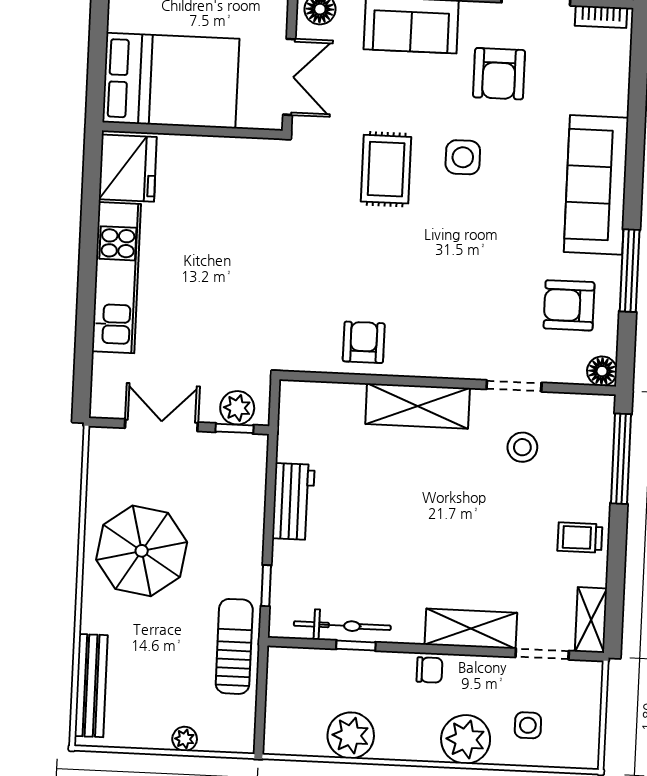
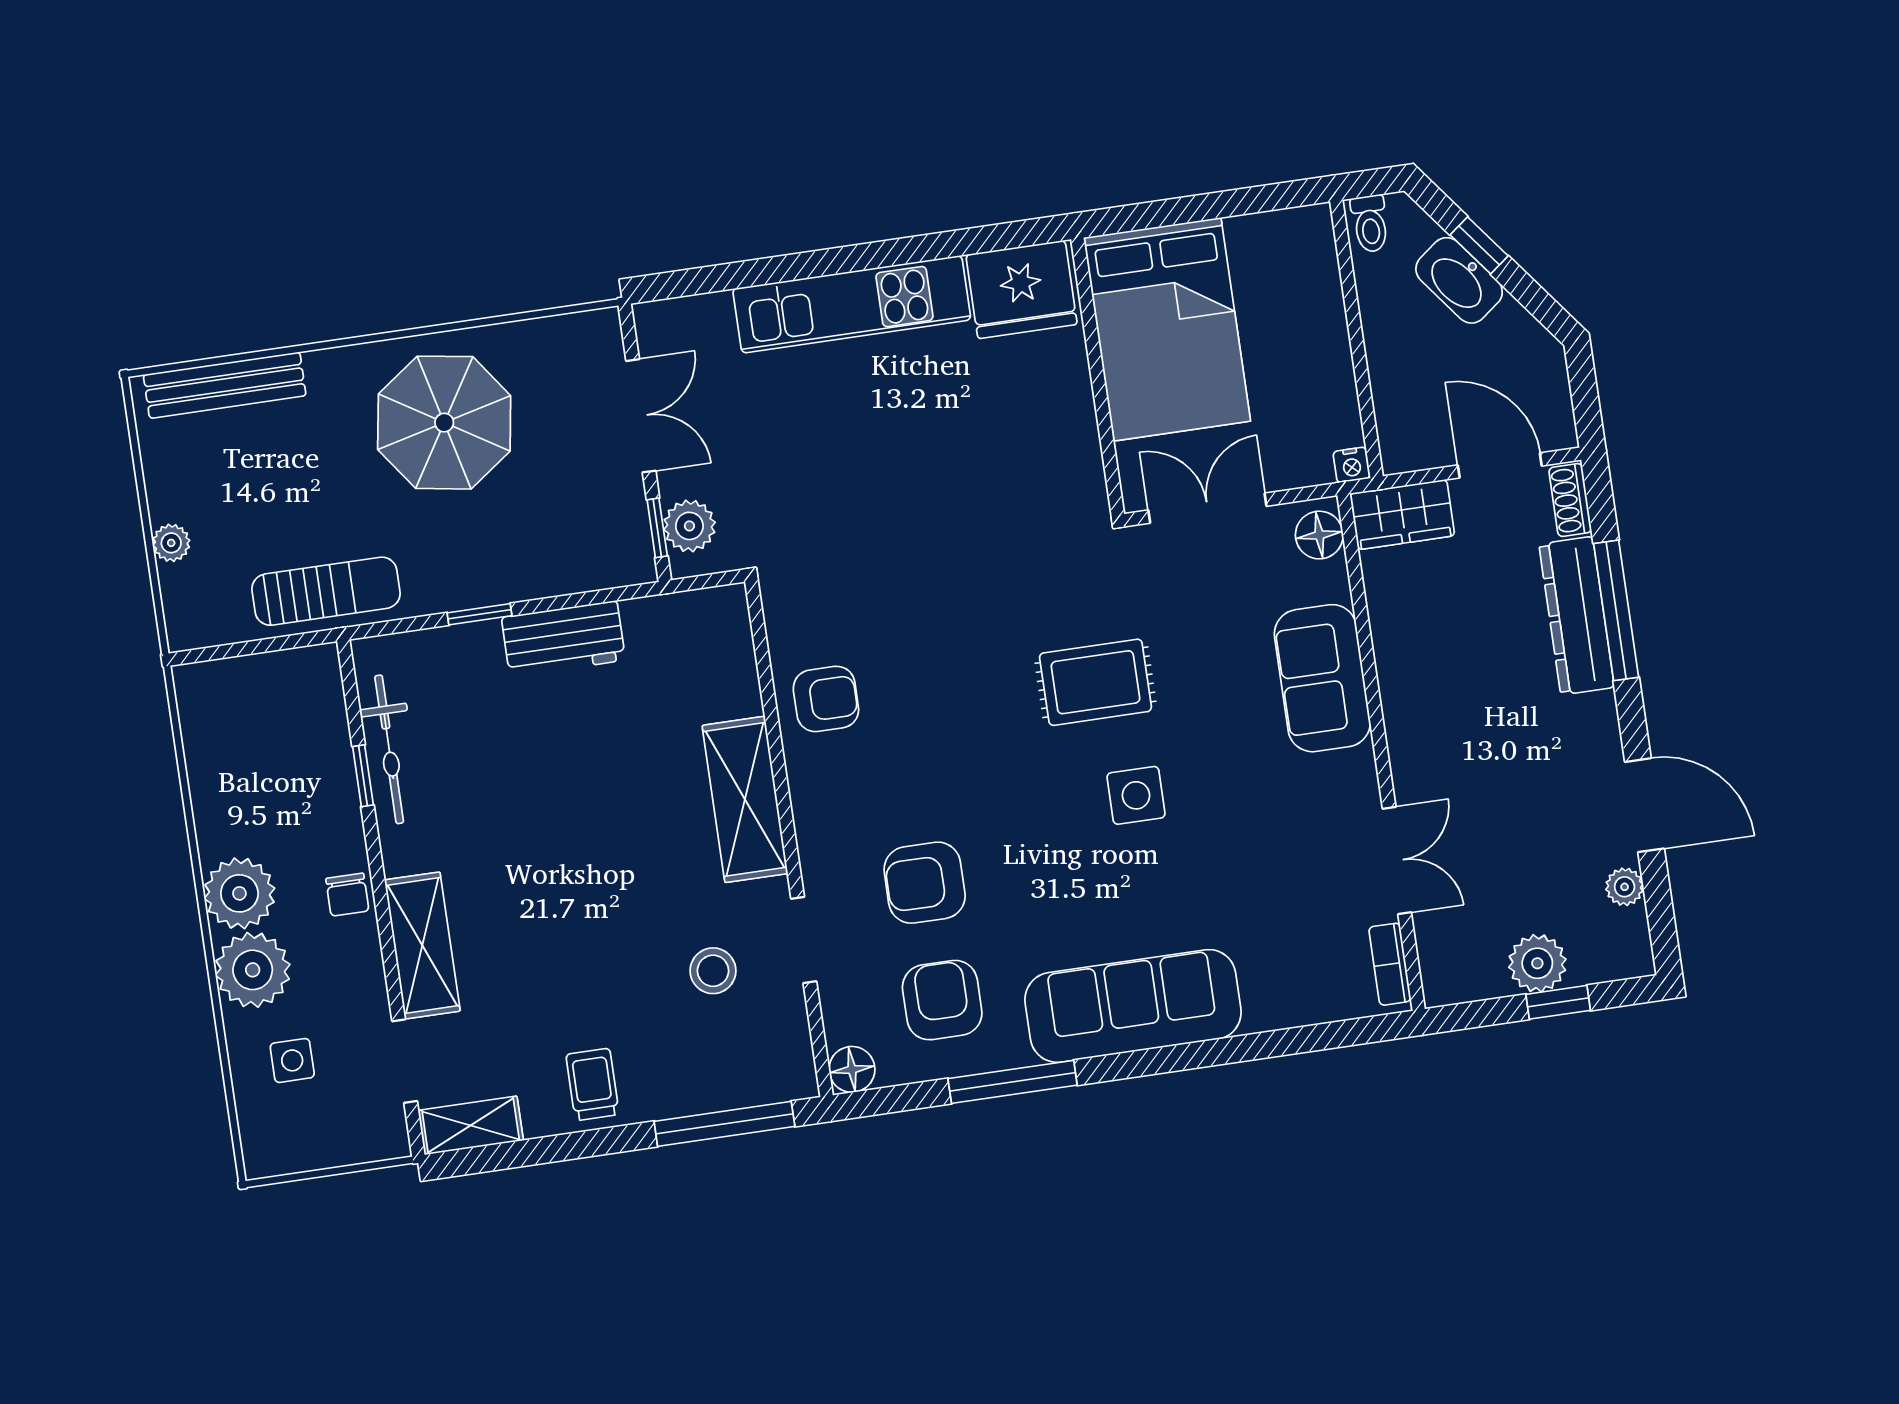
armchair: (499, 74) -> (925, 883), moved
double door: (289, 77) -> (1207, 508), swing flipped
window: (266, 586) -> (479, 614), moved
plant: (351, 735) -> (239, 893), moved

